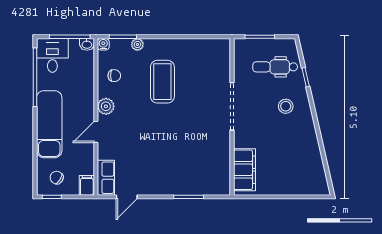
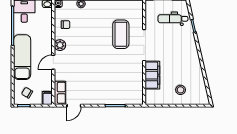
coffee table: (162, 82) -> (121, 34), moved
stool: (286, 106) -> (181, 90), moved
filing cabinet: (244, 170) -> (152, 75), moved

